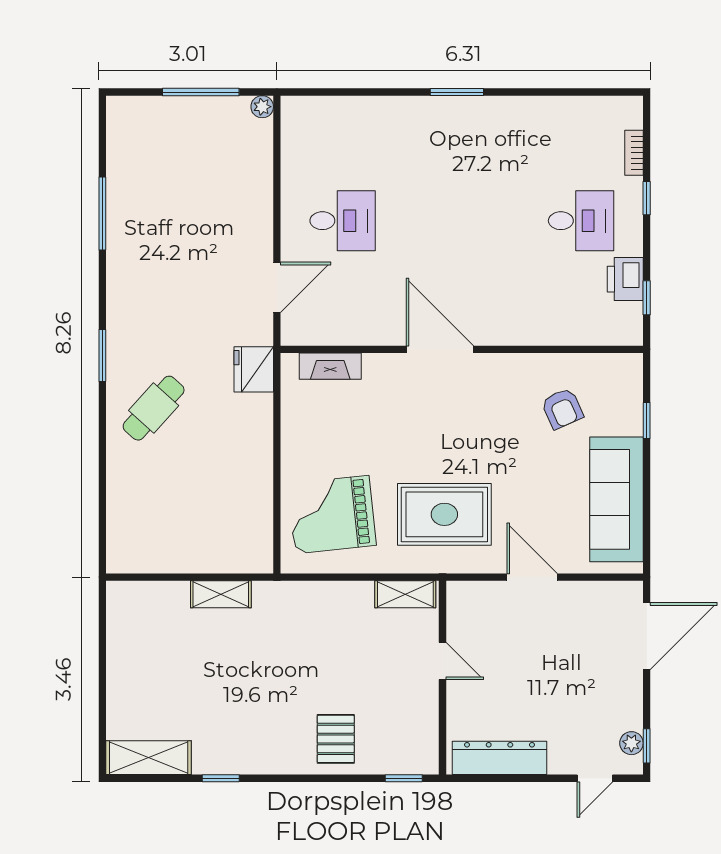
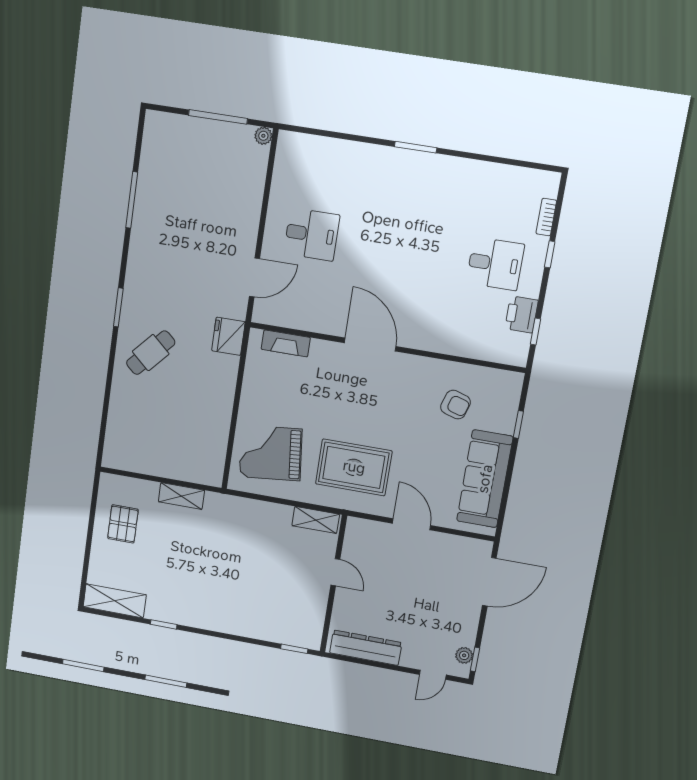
armchair: (562, 409) -> (456, 405), turned -49
pallet: (336, 739) -> (123, 524), moved

